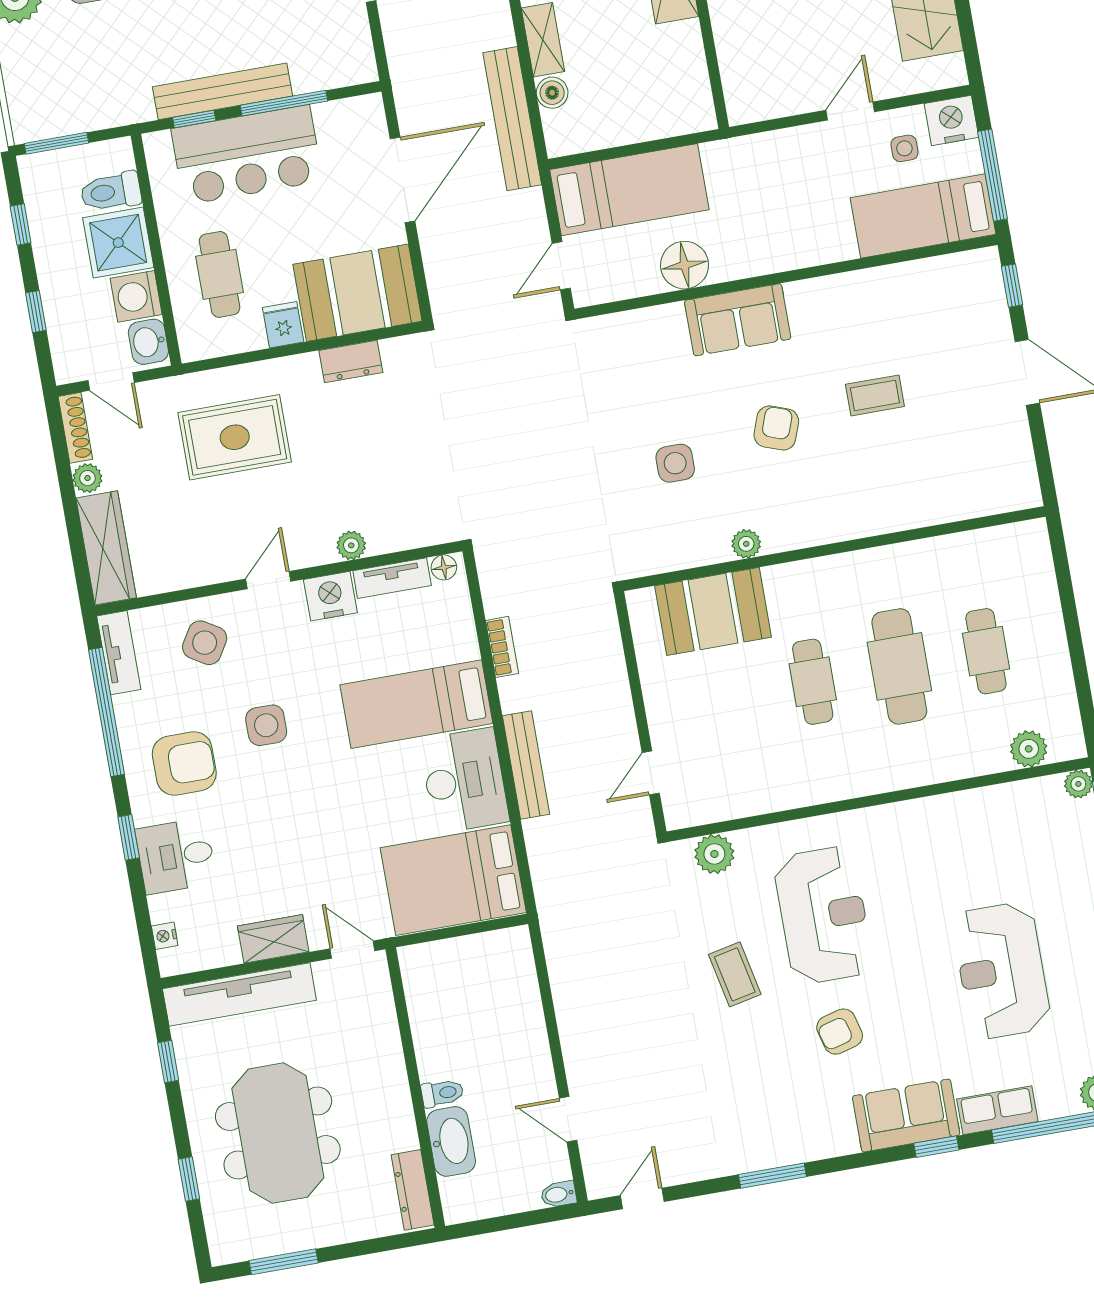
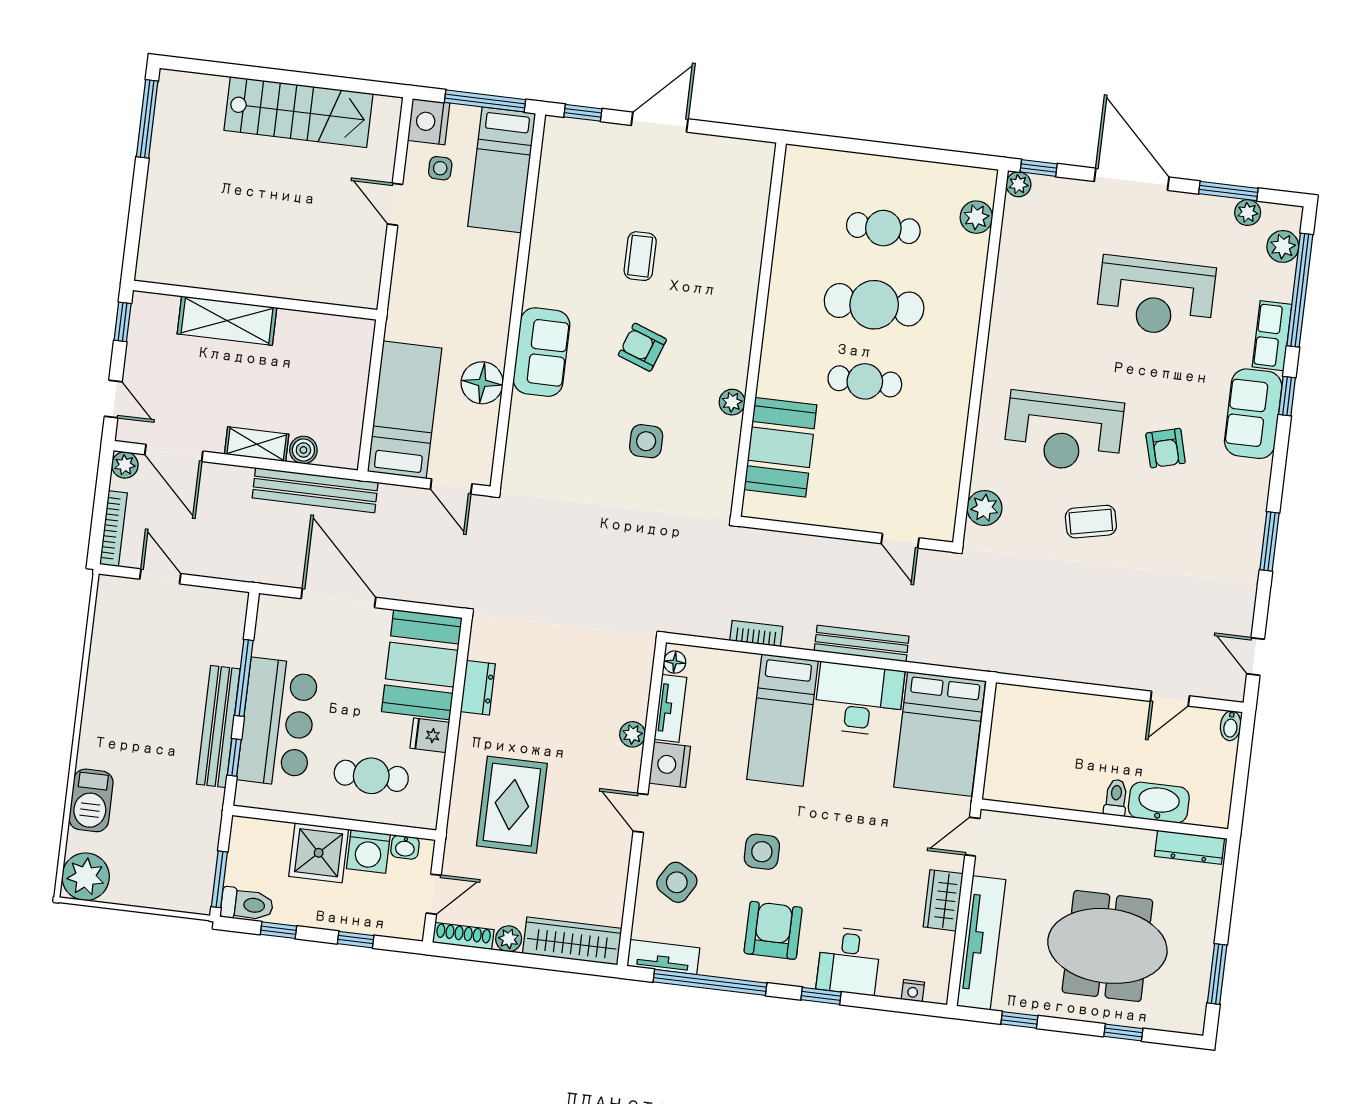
toilet: (111, 192) -> (247, 904), moved, turned -90
washbasin: (148, 342) -> (405, 847), width x0.72, depth x0.69
reception desk: (823, 915) -> (1064, 432), turned 180

